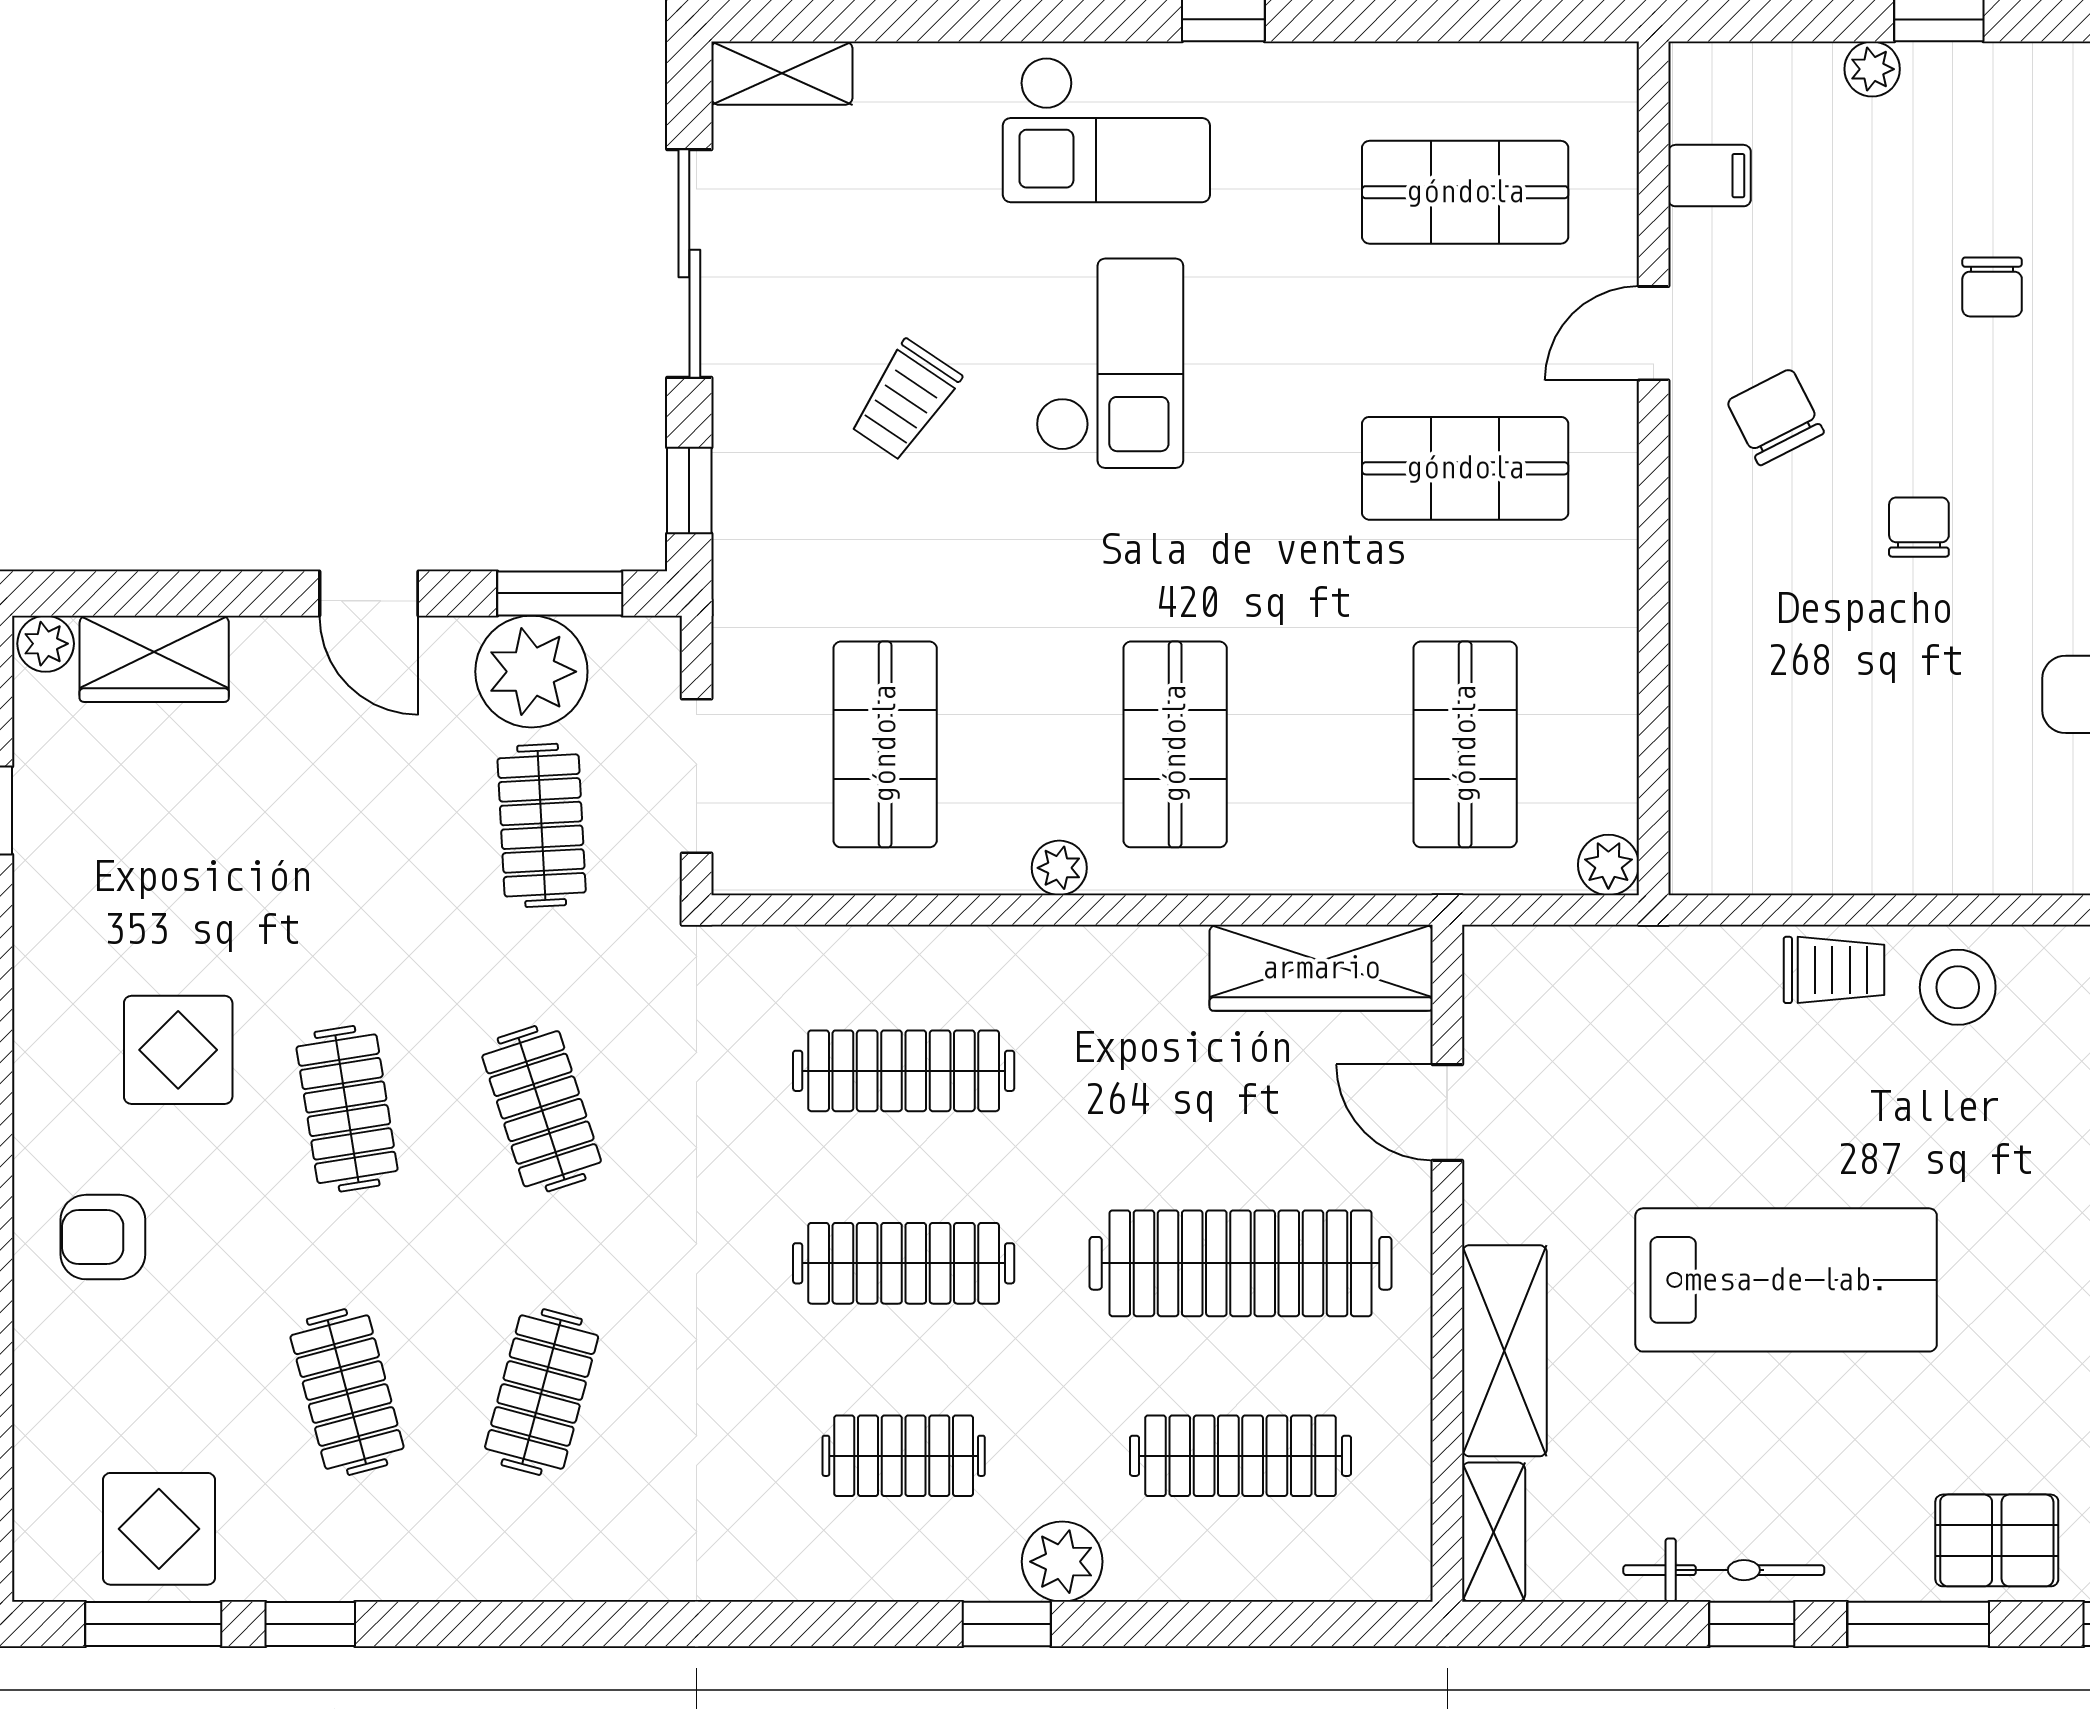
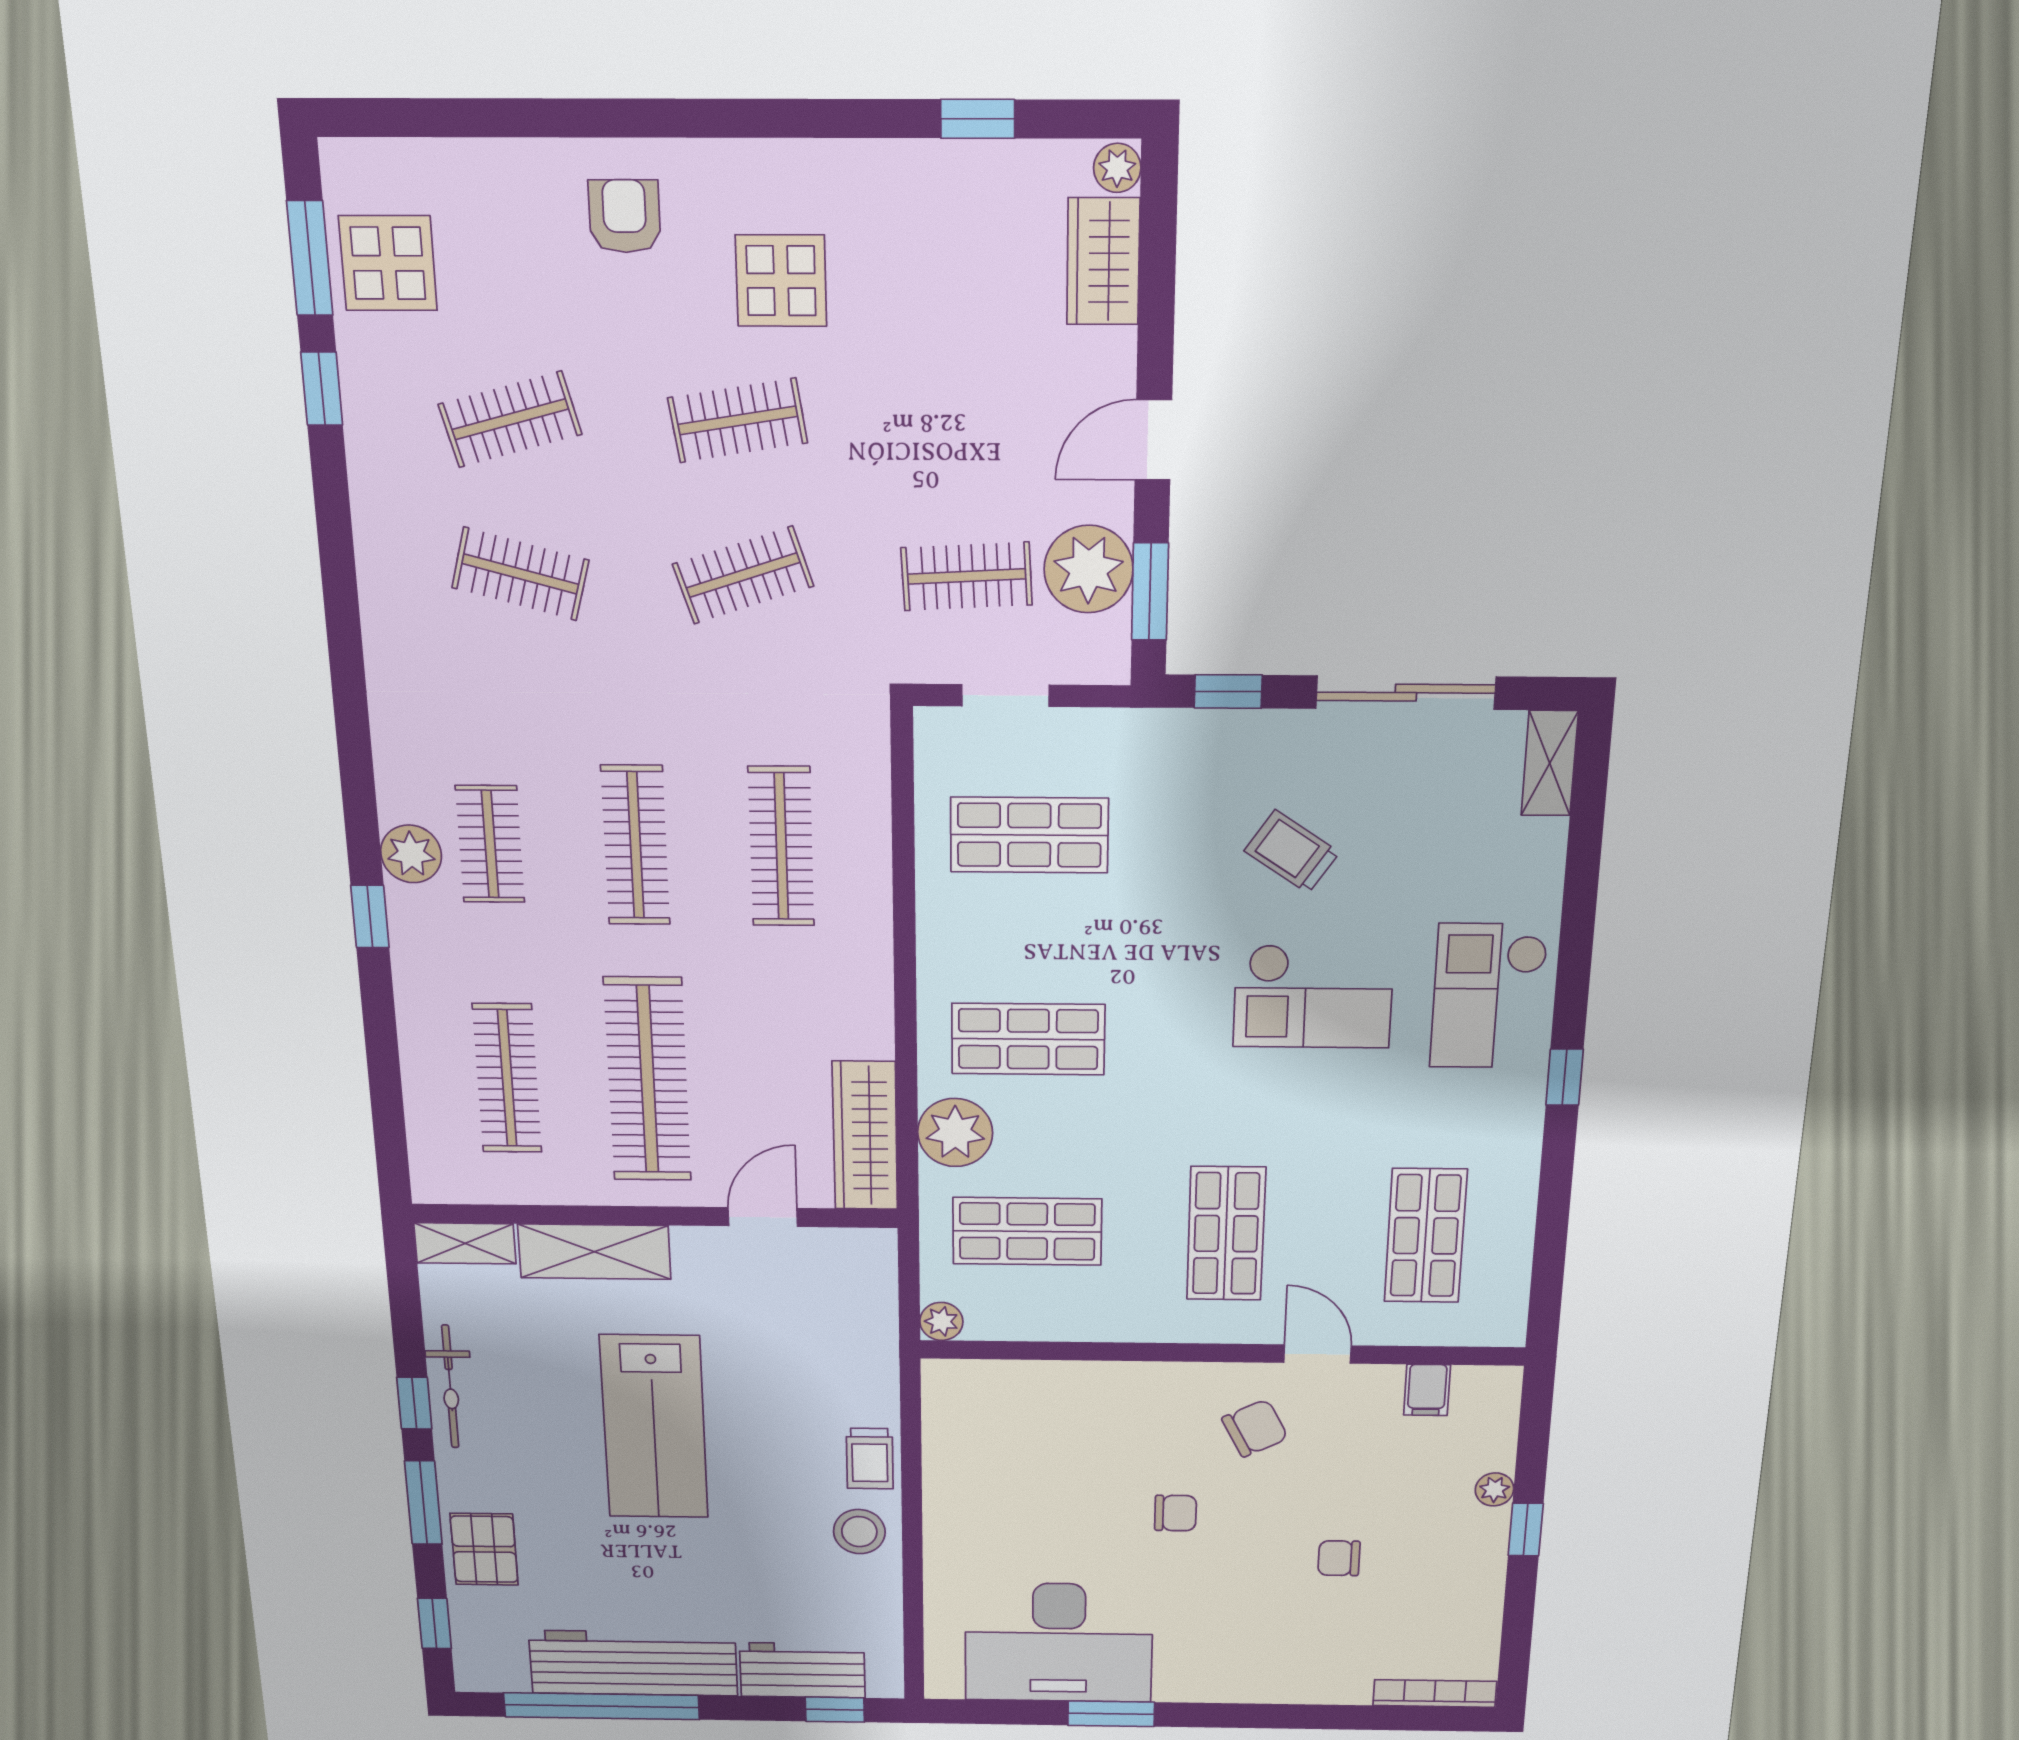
doorway: (697, 776) -> (1006, 696), width x0.73
plant: (1059, 868) -> (955, 1133), moved, width x1.88, depth x1.88
plant: (1062, 1562) -> (411, 854), moved

